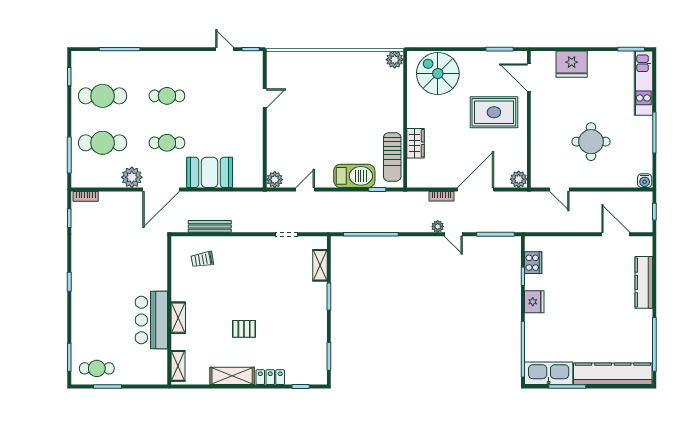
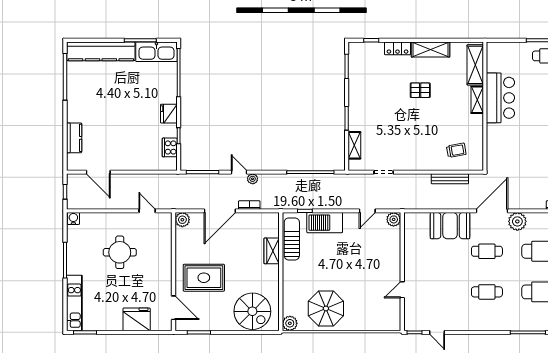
parasol: (353, 77) -> (326, 308), added
kitchen counter: (644, 282) -> (74, 138), width x0.67
shelving: (178, 366) -> (475, 65), width x1.50, depth x1.33

